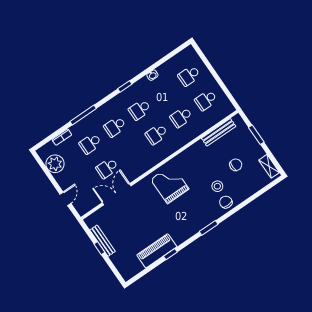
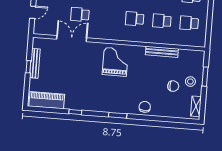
bench: (219, 132) -> (162, 52), moved
stool: (217, 186) -> (190, 82), moved
piano: (157, 251) -> (47, 100), moved

